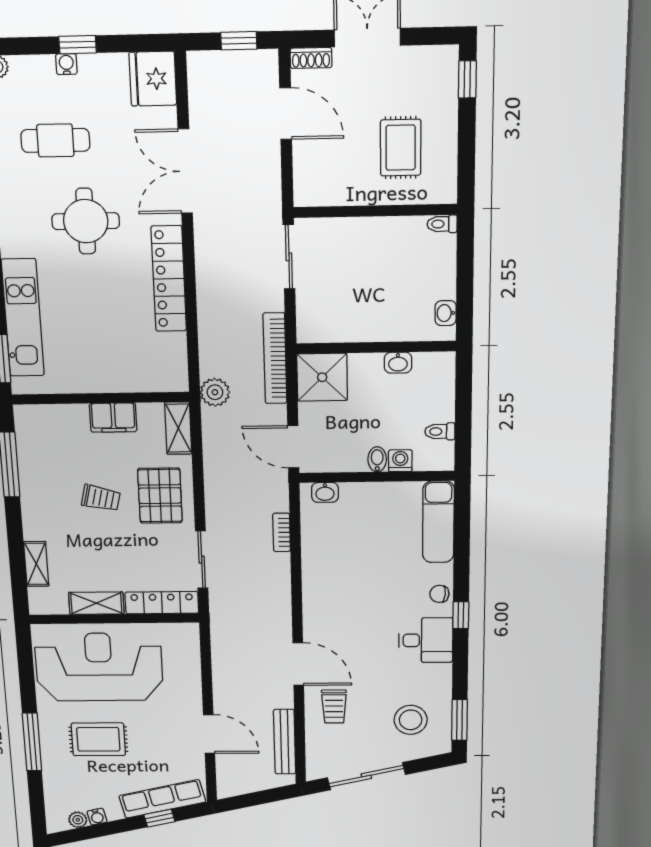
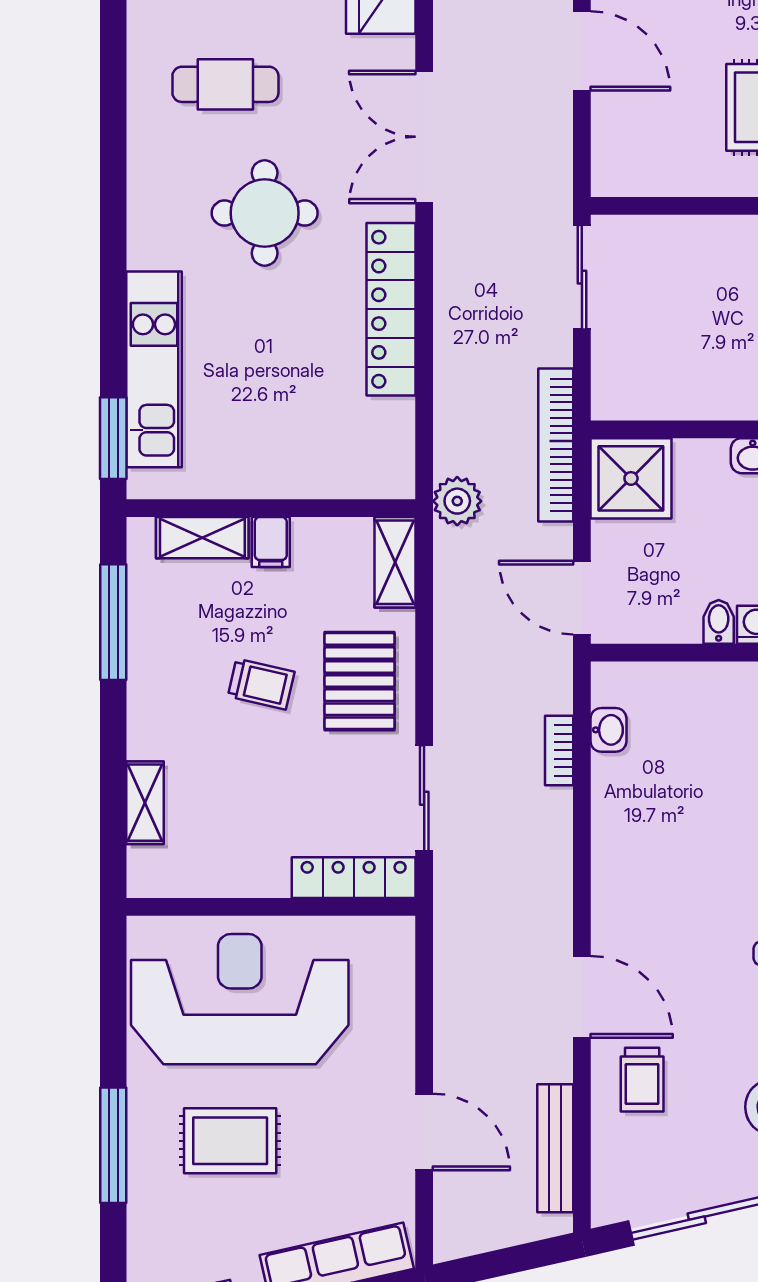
filing cabinet: (113, 418) -> (271, 542), width x0.50
washbasin: (325, 492) -> (608, 730), moved, turned -90
shelving: (96, 603) -> (202, 538), moved

